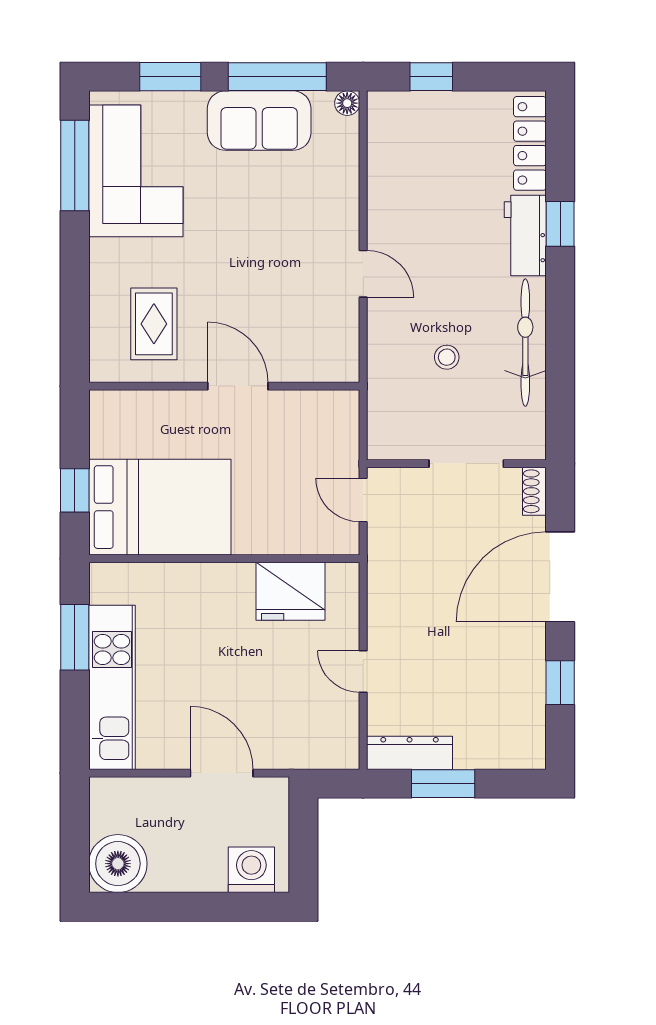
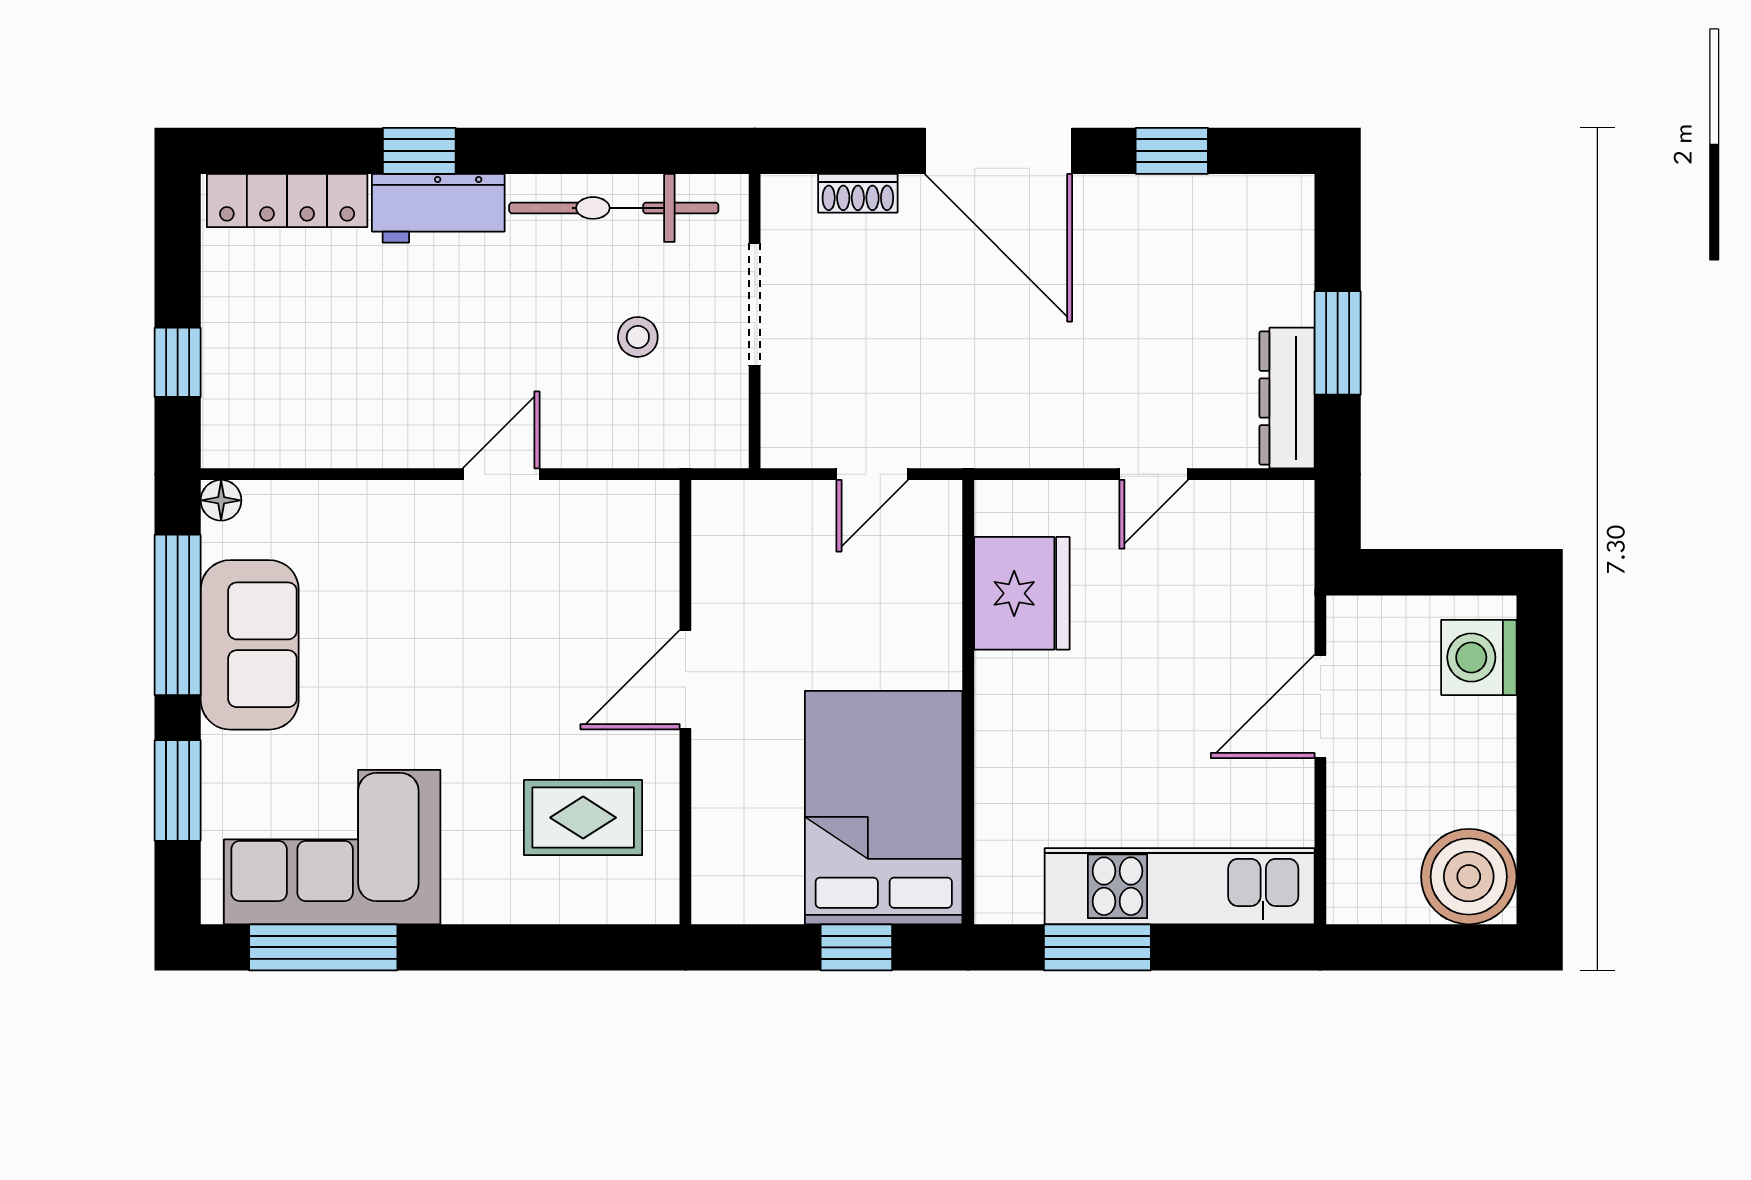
wall: (456, 464) -> (755, 321), moved
doorway: (466, 464) -> (755, 305), moved

